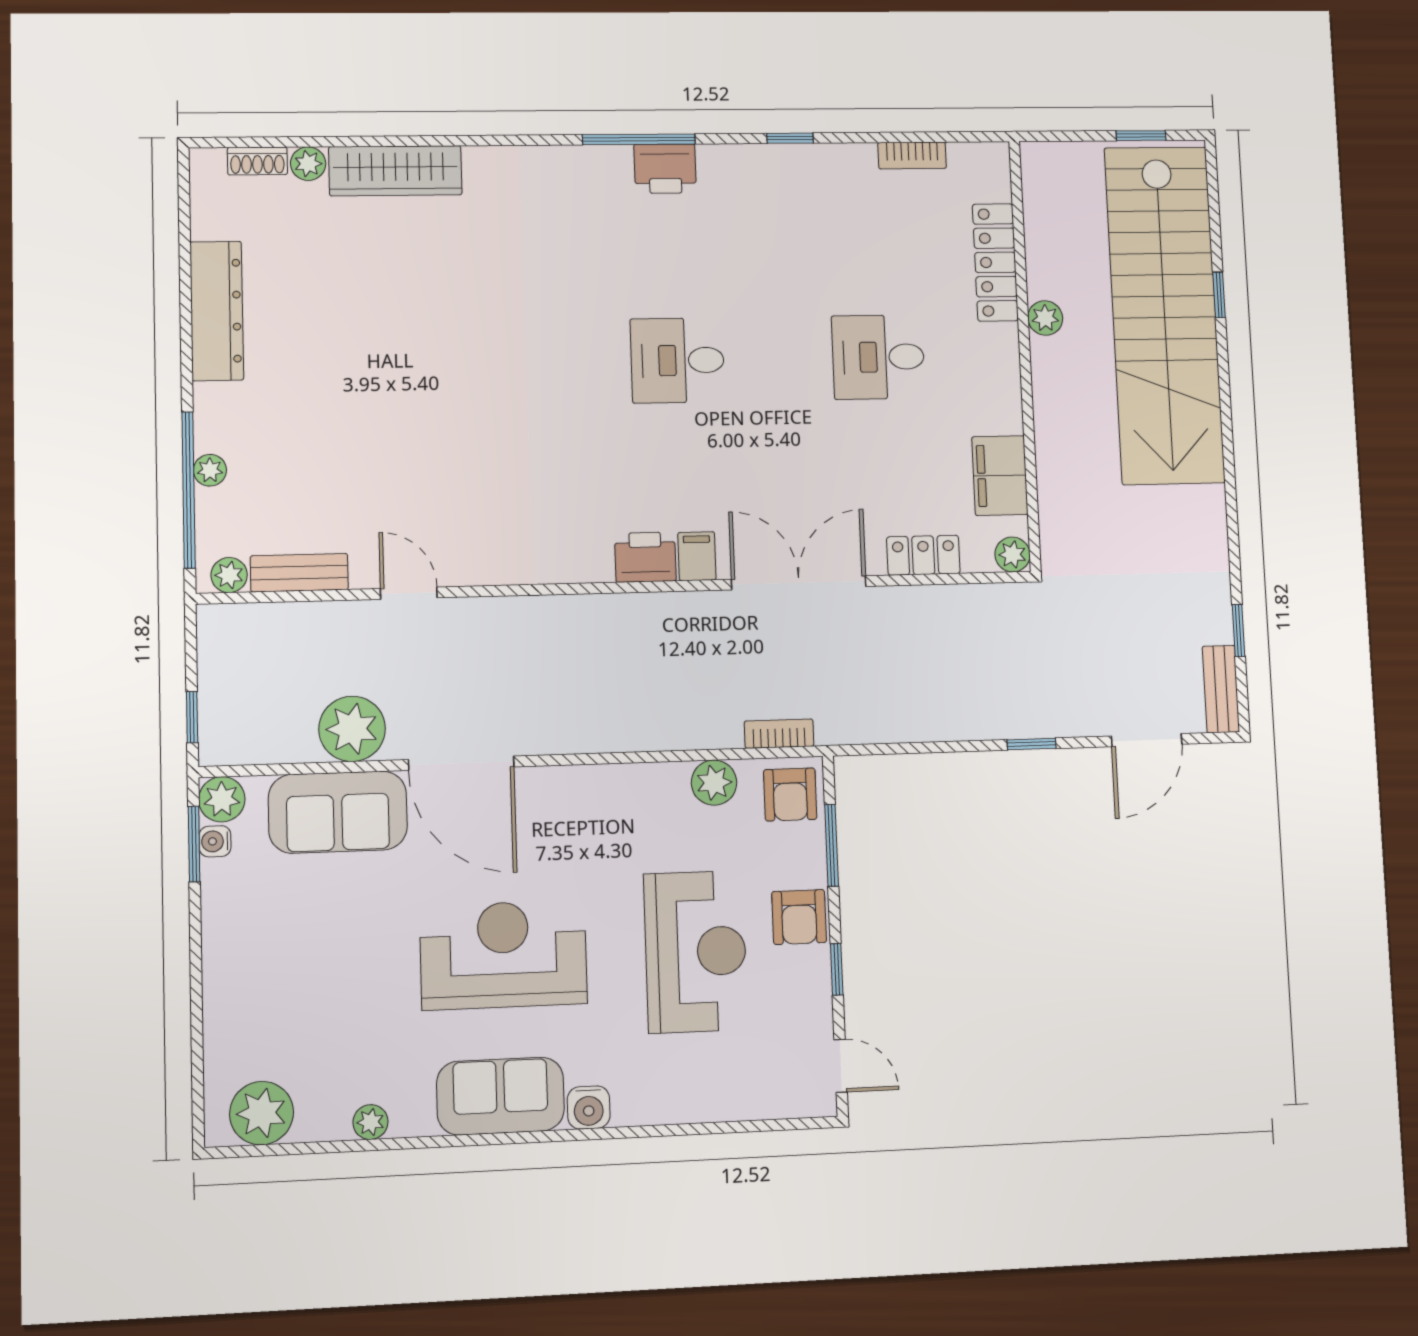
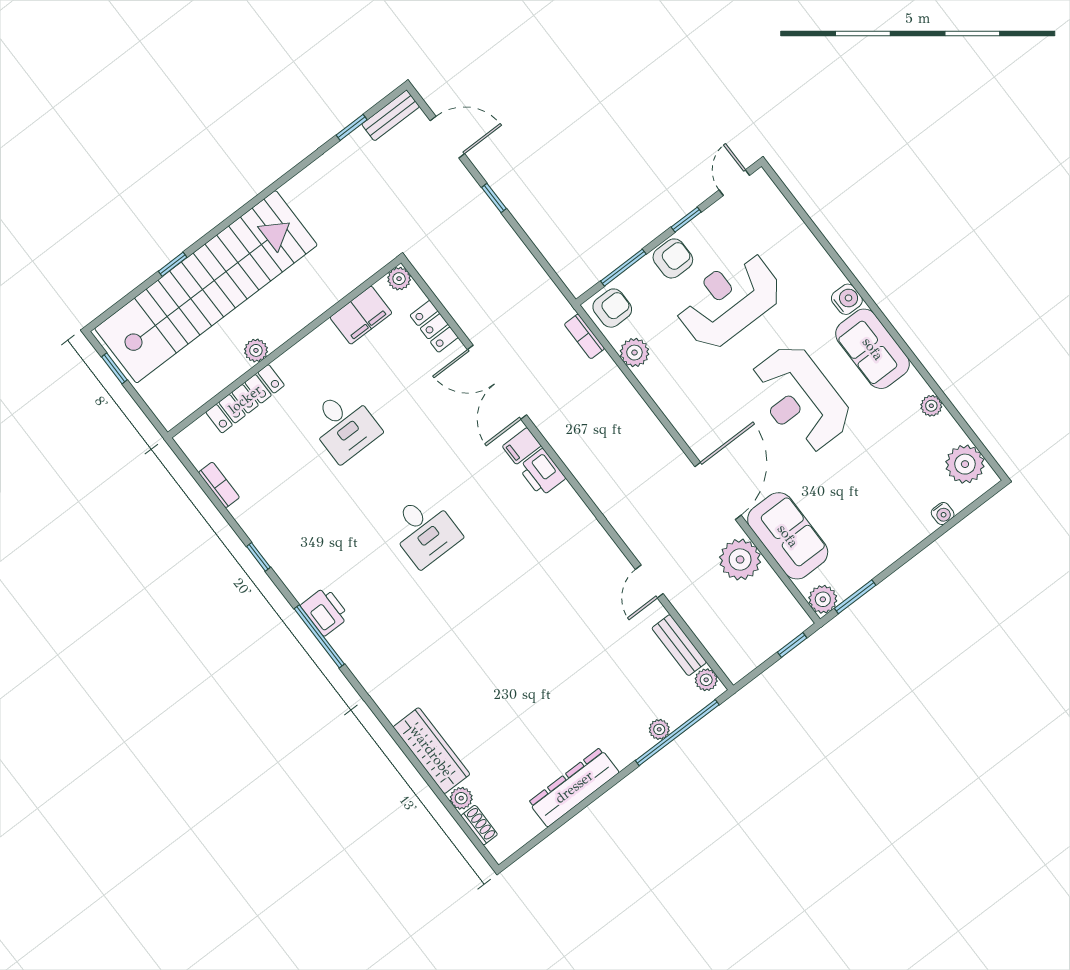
water cooler: (215, 841) -> (943, 514), moved

